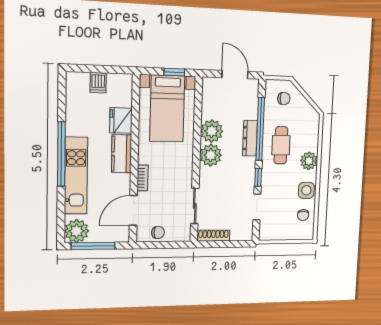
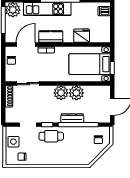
dishwasher: (98, 83) -> (104, 11), moved
cafe table: (281, 145) -> (51, 136), moved
kitchen counter: (122, 154) -> (51, 36), moved
plant: (309, 161) -> (58, 159), removed
side table: (306, 190) -> (13, 142), moved
door: (133, 210) -> (26, 44), hinge flipped

